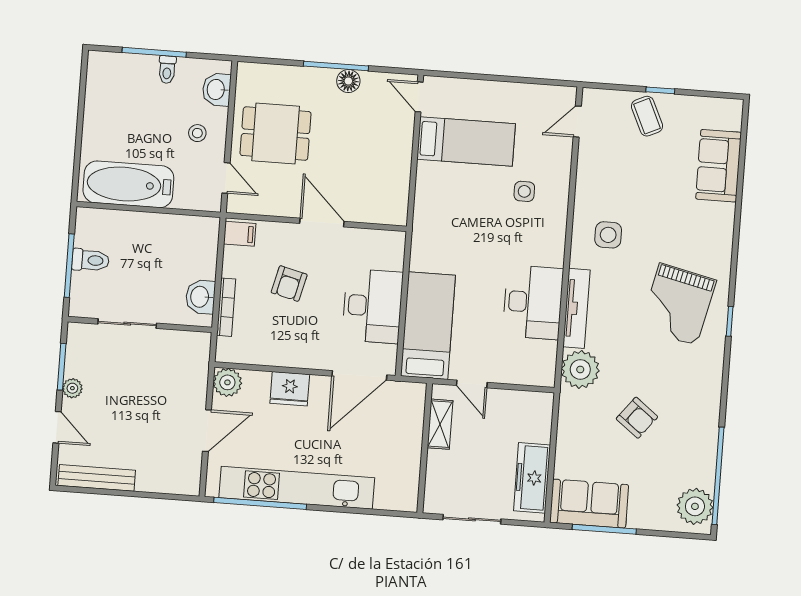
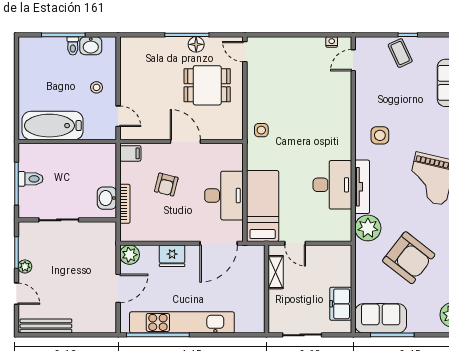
washbasin: (217, 90) -> (91, 46), moved, turned -90
nightstand: (548, 92) -> (332, 42), added
dining table: (276, 134) -> (207, 85), moved
bed: (466, 142) -> (279, 79), removed
side table: (524, 191) -> (261, 130), moved
armchair: (637, 418) -> (409, 258), width x1.88, depth x1.88
freezer: (532, 478) -> (341, 304), width x0.71

